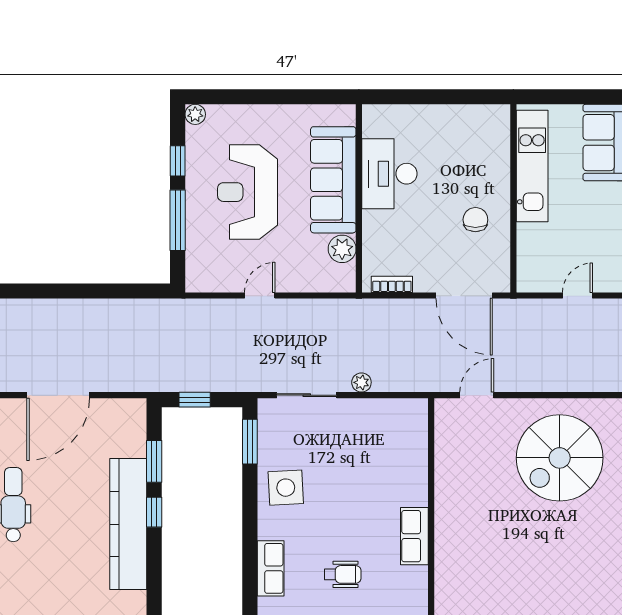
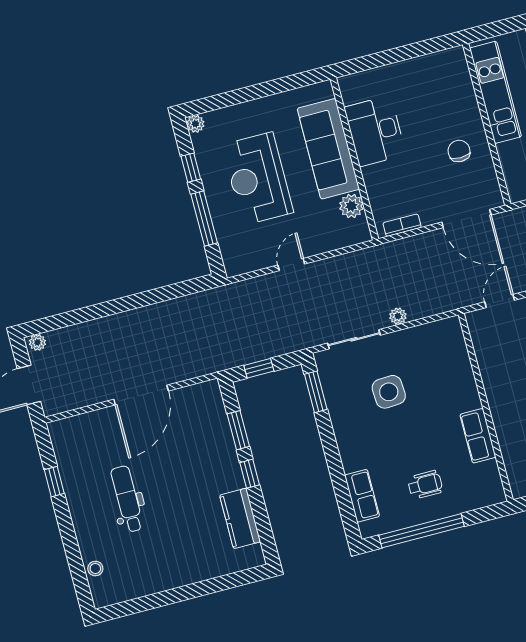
side table: (286, 488) -> (389, 392), moved
kitchen counter: (128, 524) -> (240, 518), width x0.48, depth x0.86

